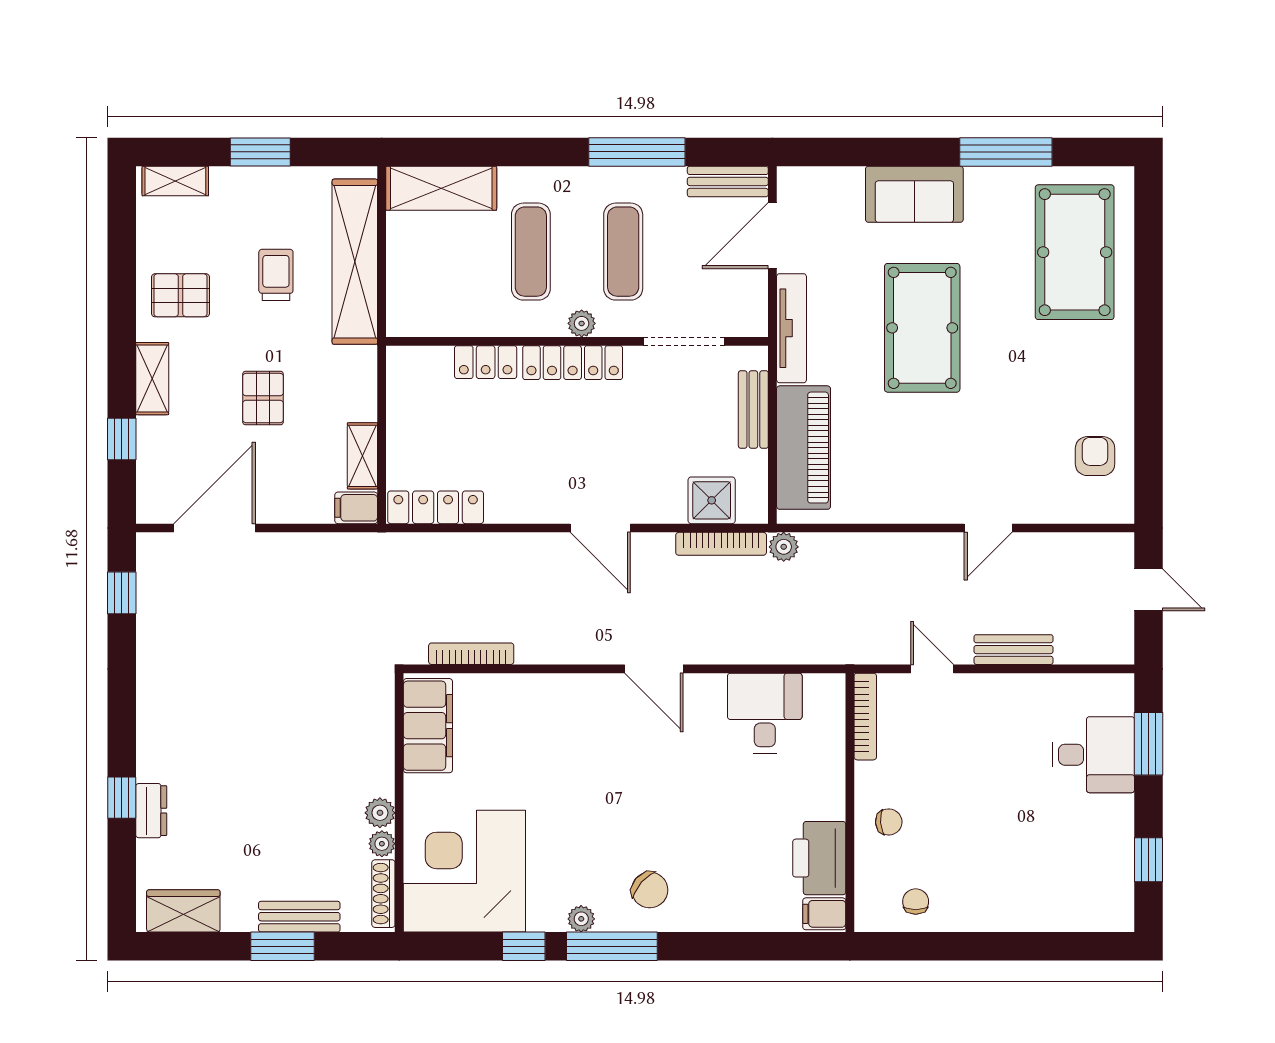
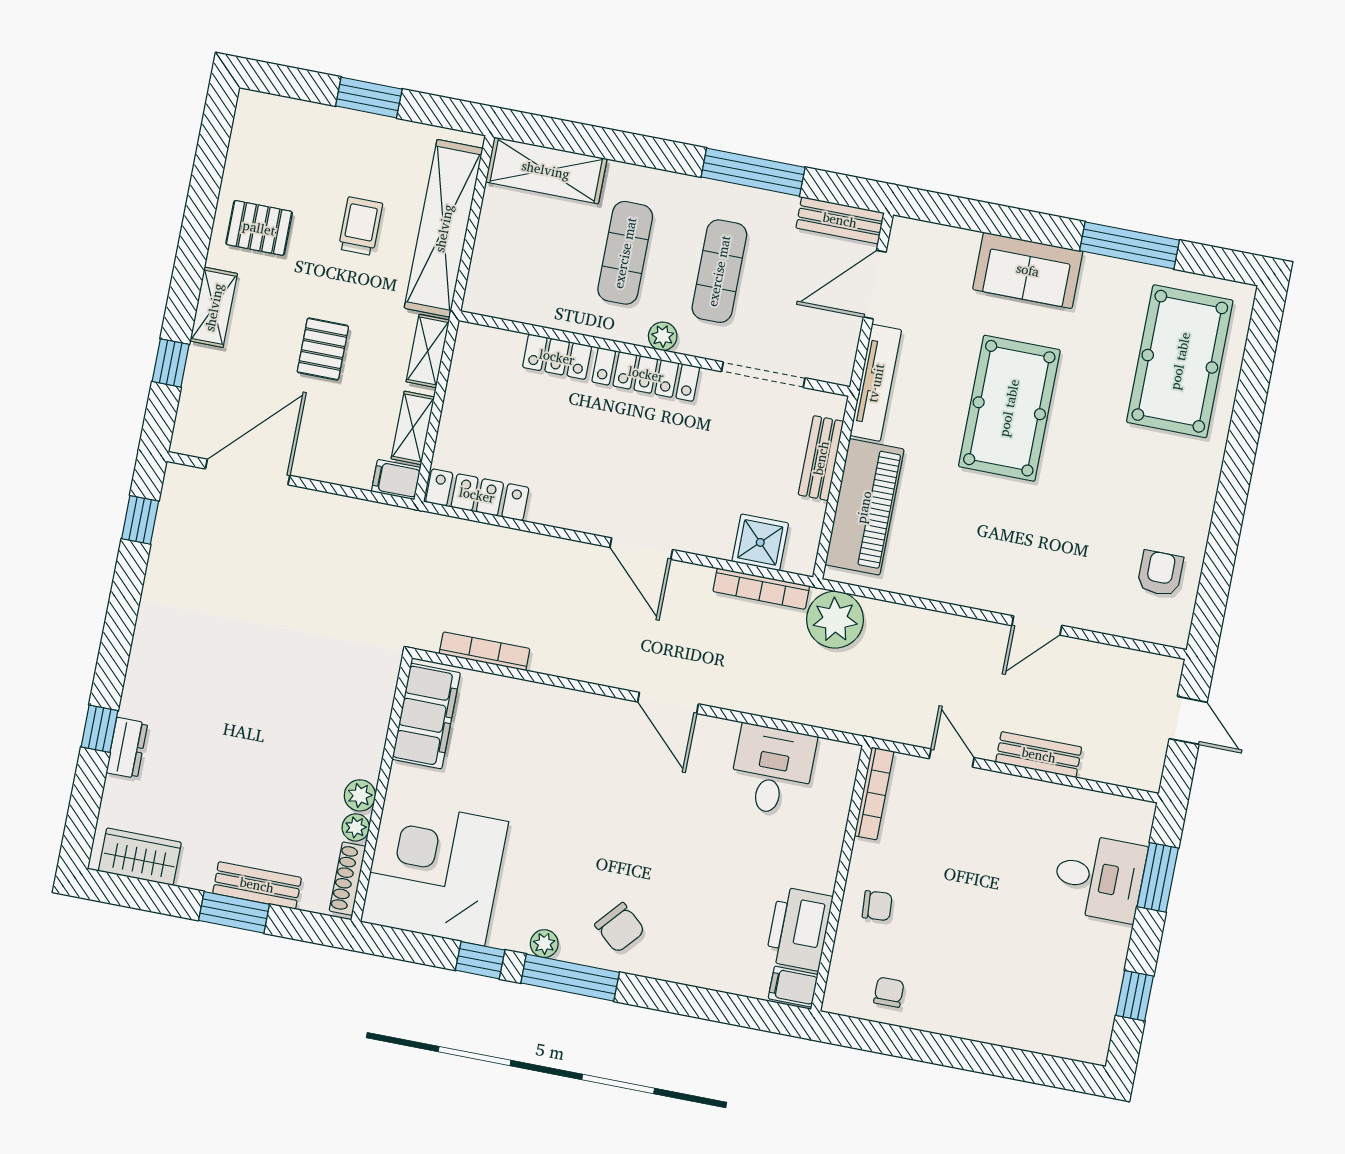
shelving: (175, 181) -> (428, 351), moved, turned 90
plant: (784, 547) -> (835, 620), width x1.87, depth x1.87

